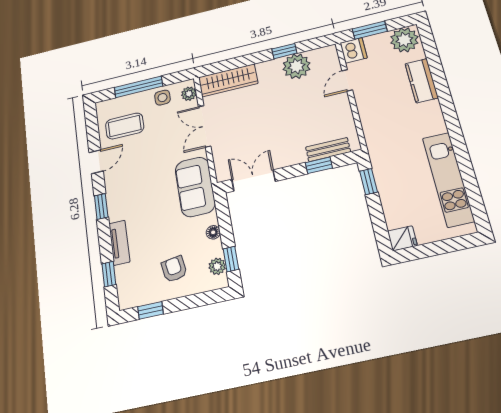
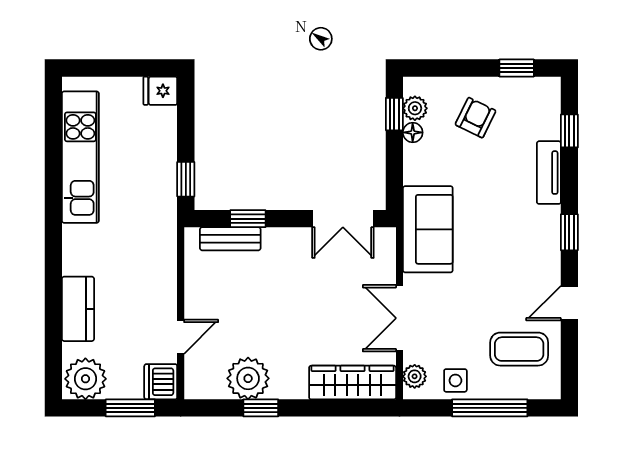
double door: (205, 126) -> (399, 318), swing flipped
floor lamp: (213, 232) -> (413, 132), moved
armchair: (174, 269) -> (476, 118), turned -145

